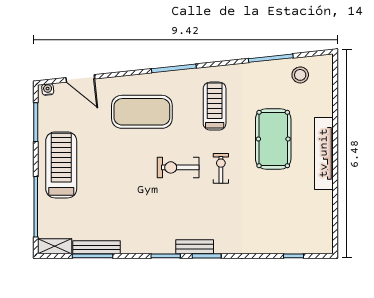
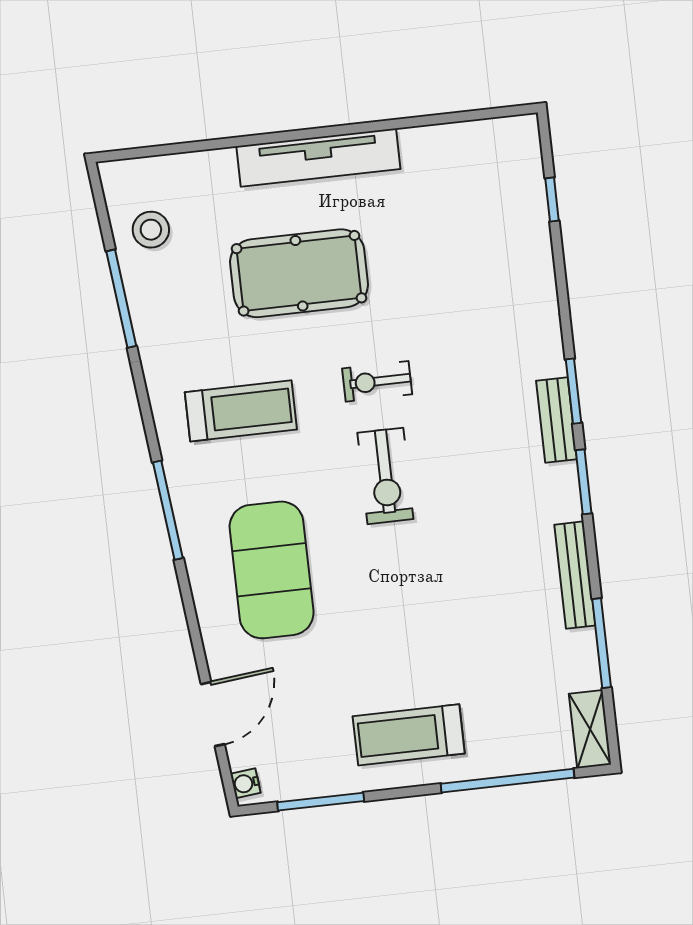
treadmill: (215, 106) -> (241, 411), turned 180
treadmill: (61, 165) -> (409, 735), width x0.73, depth x0.73
bench: (97, 247) -> (575, 575), moved

